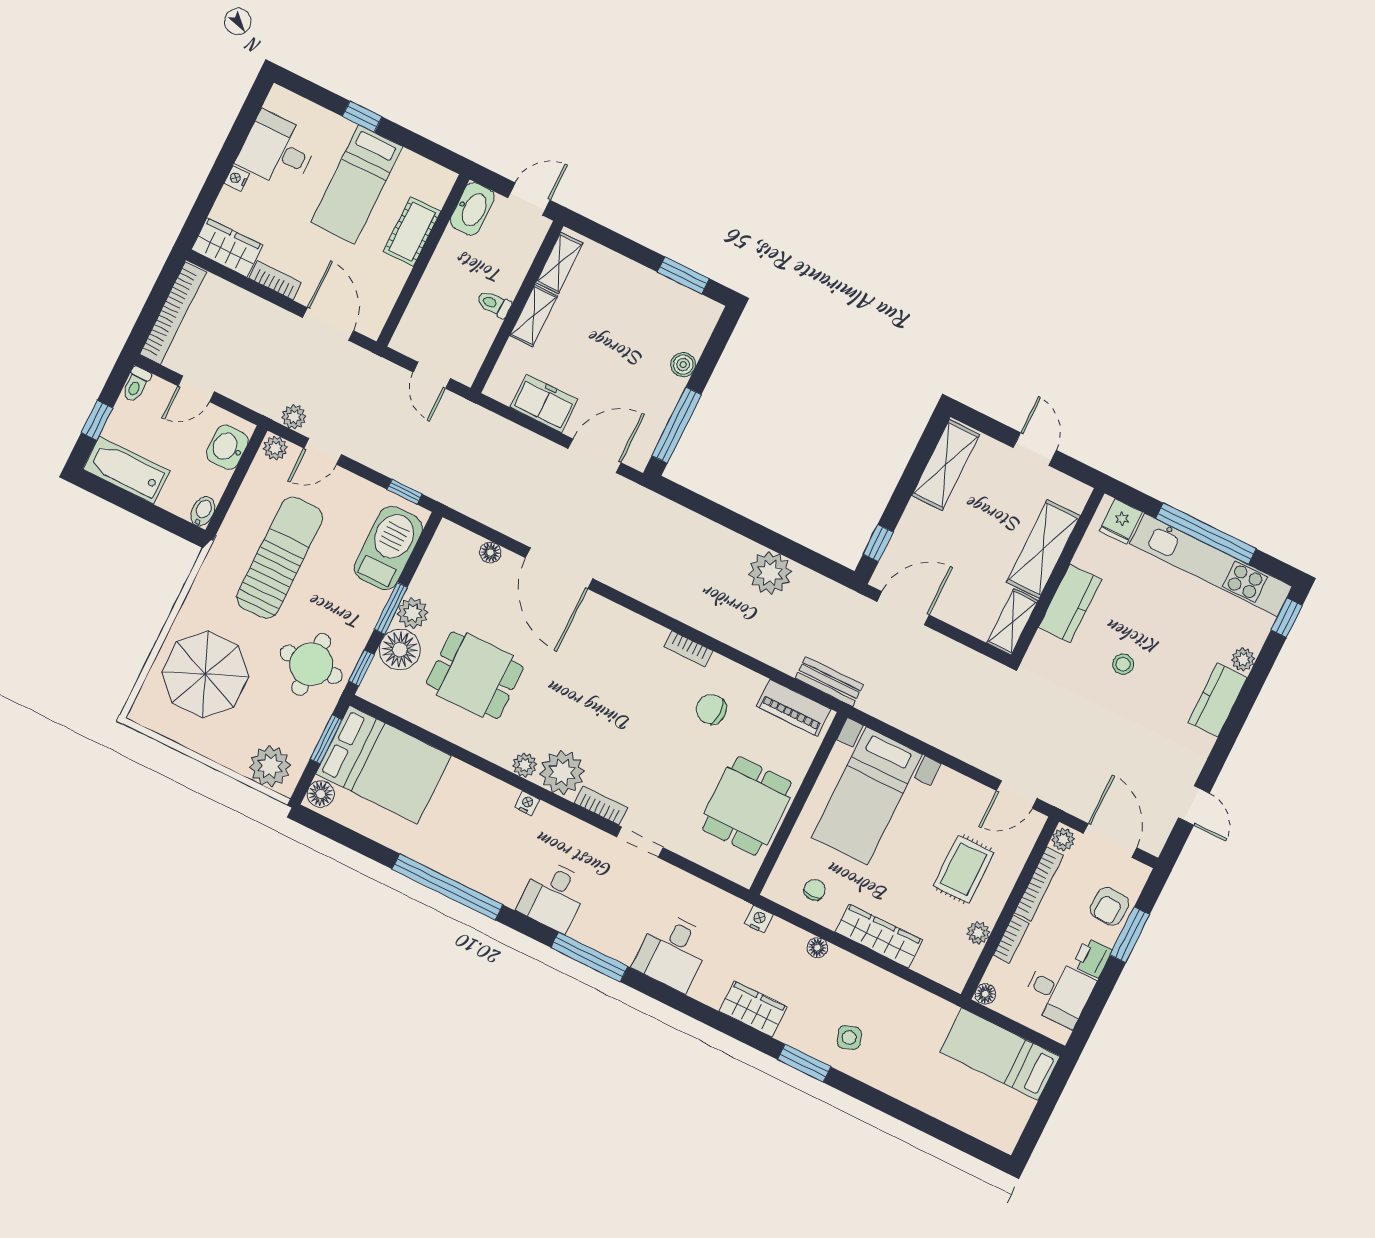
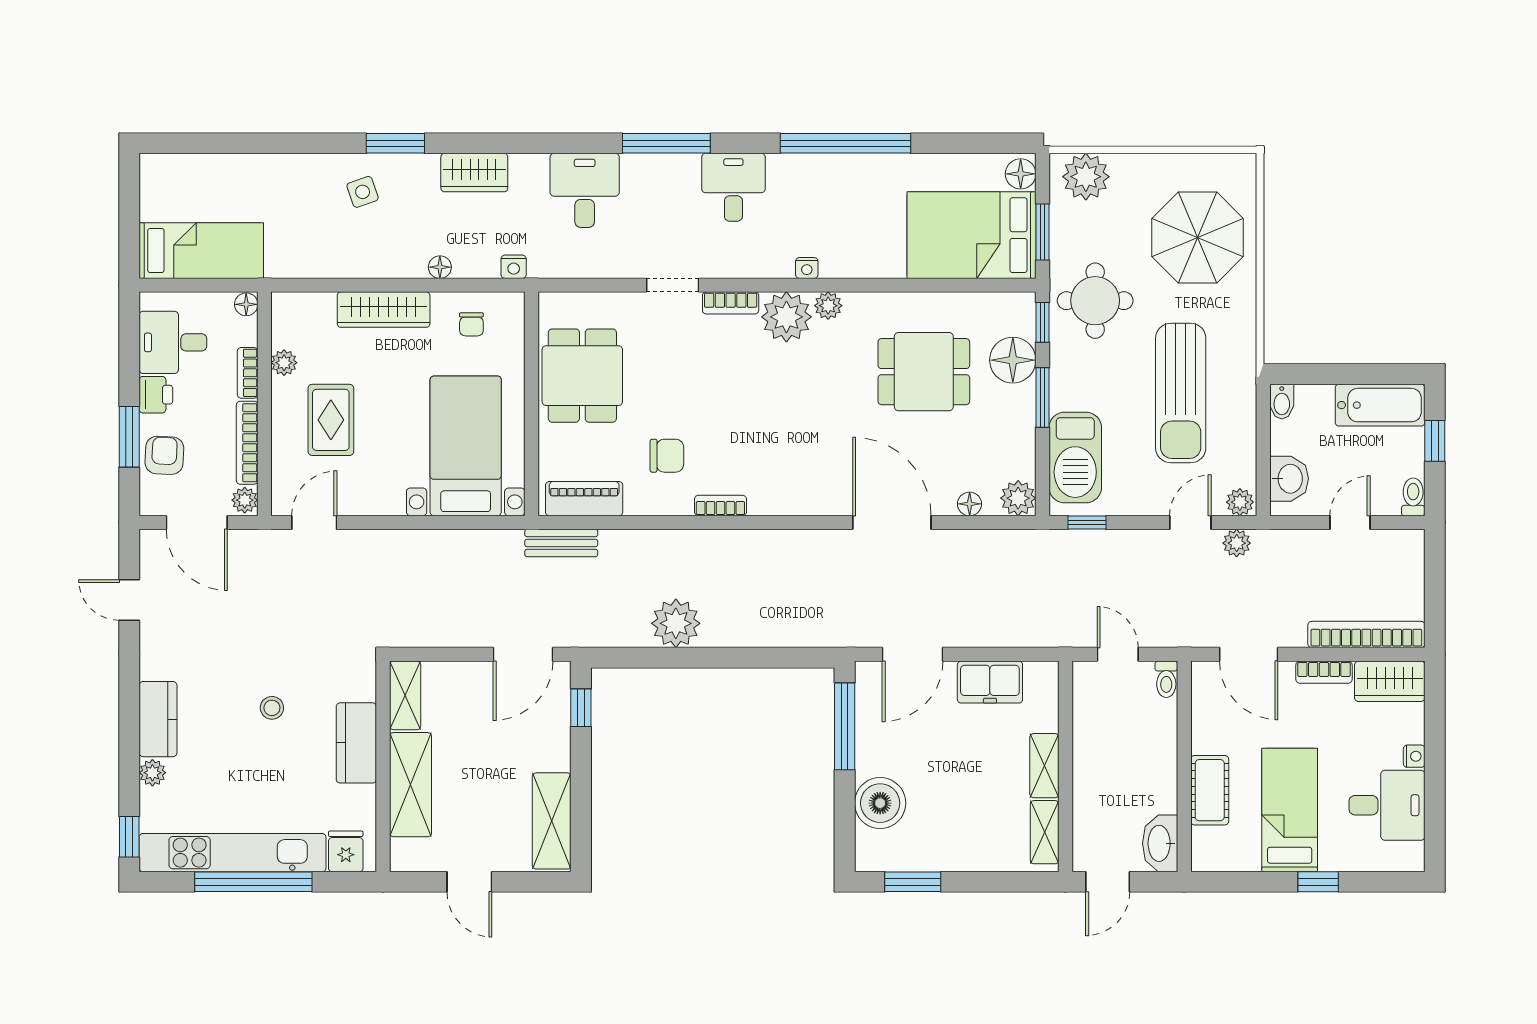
toilet: (494, 304) -> (1166, 679), moved, turned 90
bookcase: (173, 313) -> (1366, 634), moved, turned 90
boiler: (683, 365) -> (880, 803), width x1.86, depth x1.86
plant: (413, 613) -> (1018, 498), moved

